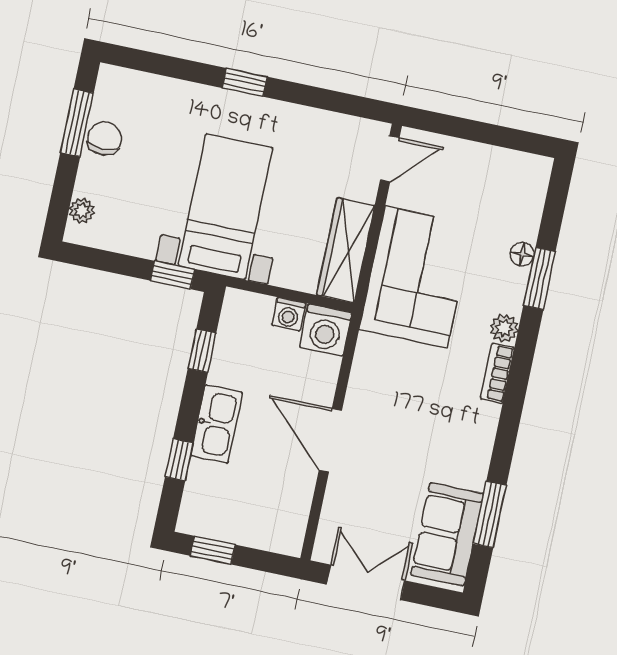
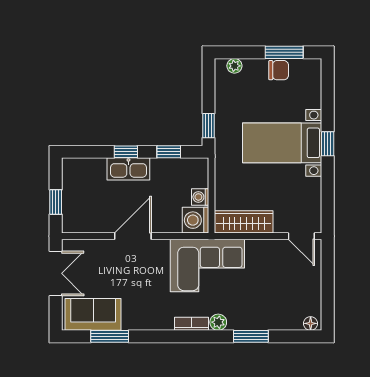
bed with nightstands: (225, 207) -> (282, 143), moved, turned 180
floor lamp: (522, 254) -> (311, 323), moved
corner sofa: (416, 277) -> (207, 265), moved
window: (179, 460) -> (126, 152), moved
window: (213, 550) -> (56, 202), moved

